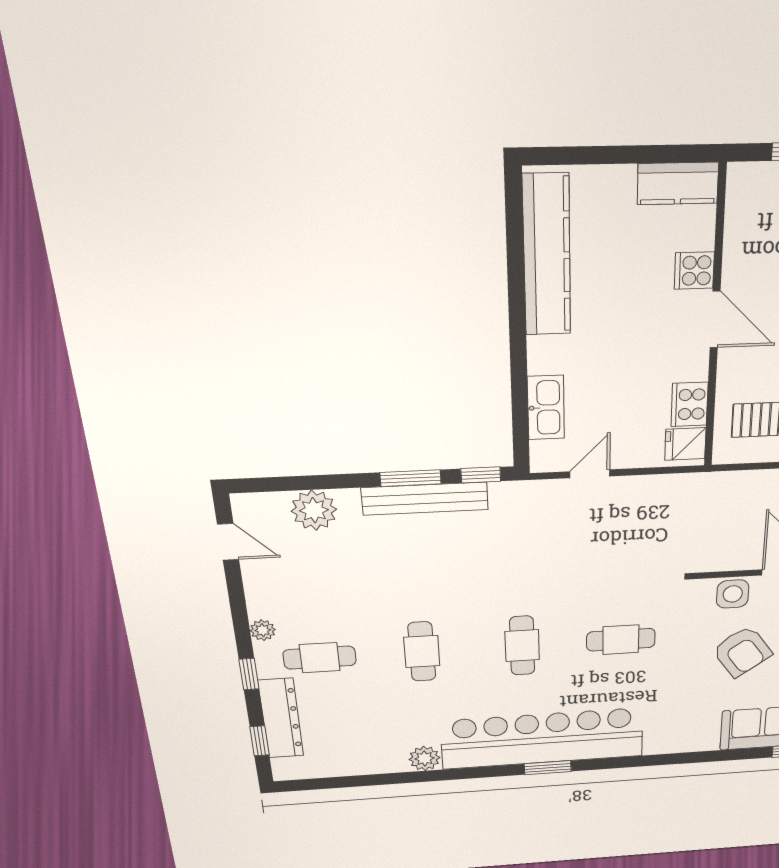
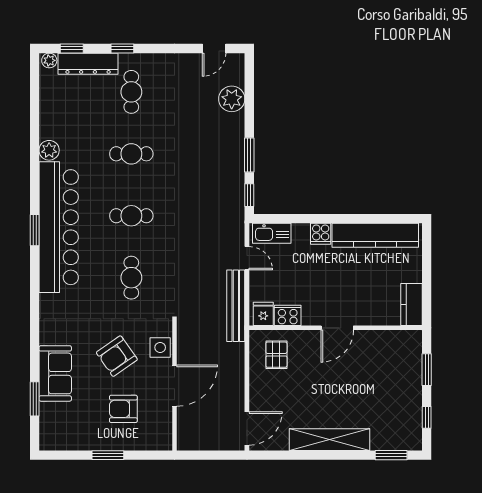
cooker: (694, 271) -> (321, 234), moved, turned 180
kitchen sink: (546, 408) -> (272, 233), moved
bench: (425, 499) -> (236, 306), moved
plant: (263, 630) -> (49, 60), moved

